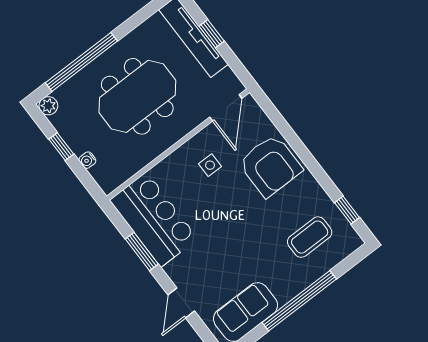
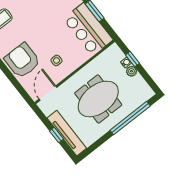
plant: (48, 106) -> (131, 71), moved
window: (61, 147) -> (132, 59), moved

